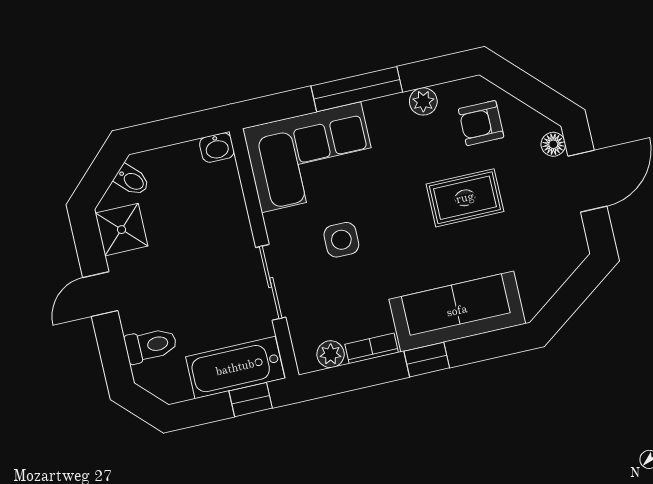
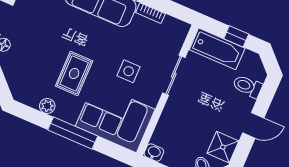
armchair: (481, 123) -> (29, 78), removed
rug: (465, 198) -> (74, 74), moved, turned 90
plant: (331, 354) -> (171, 24), removed
window: (251, 400) -> (236, 36), moved

